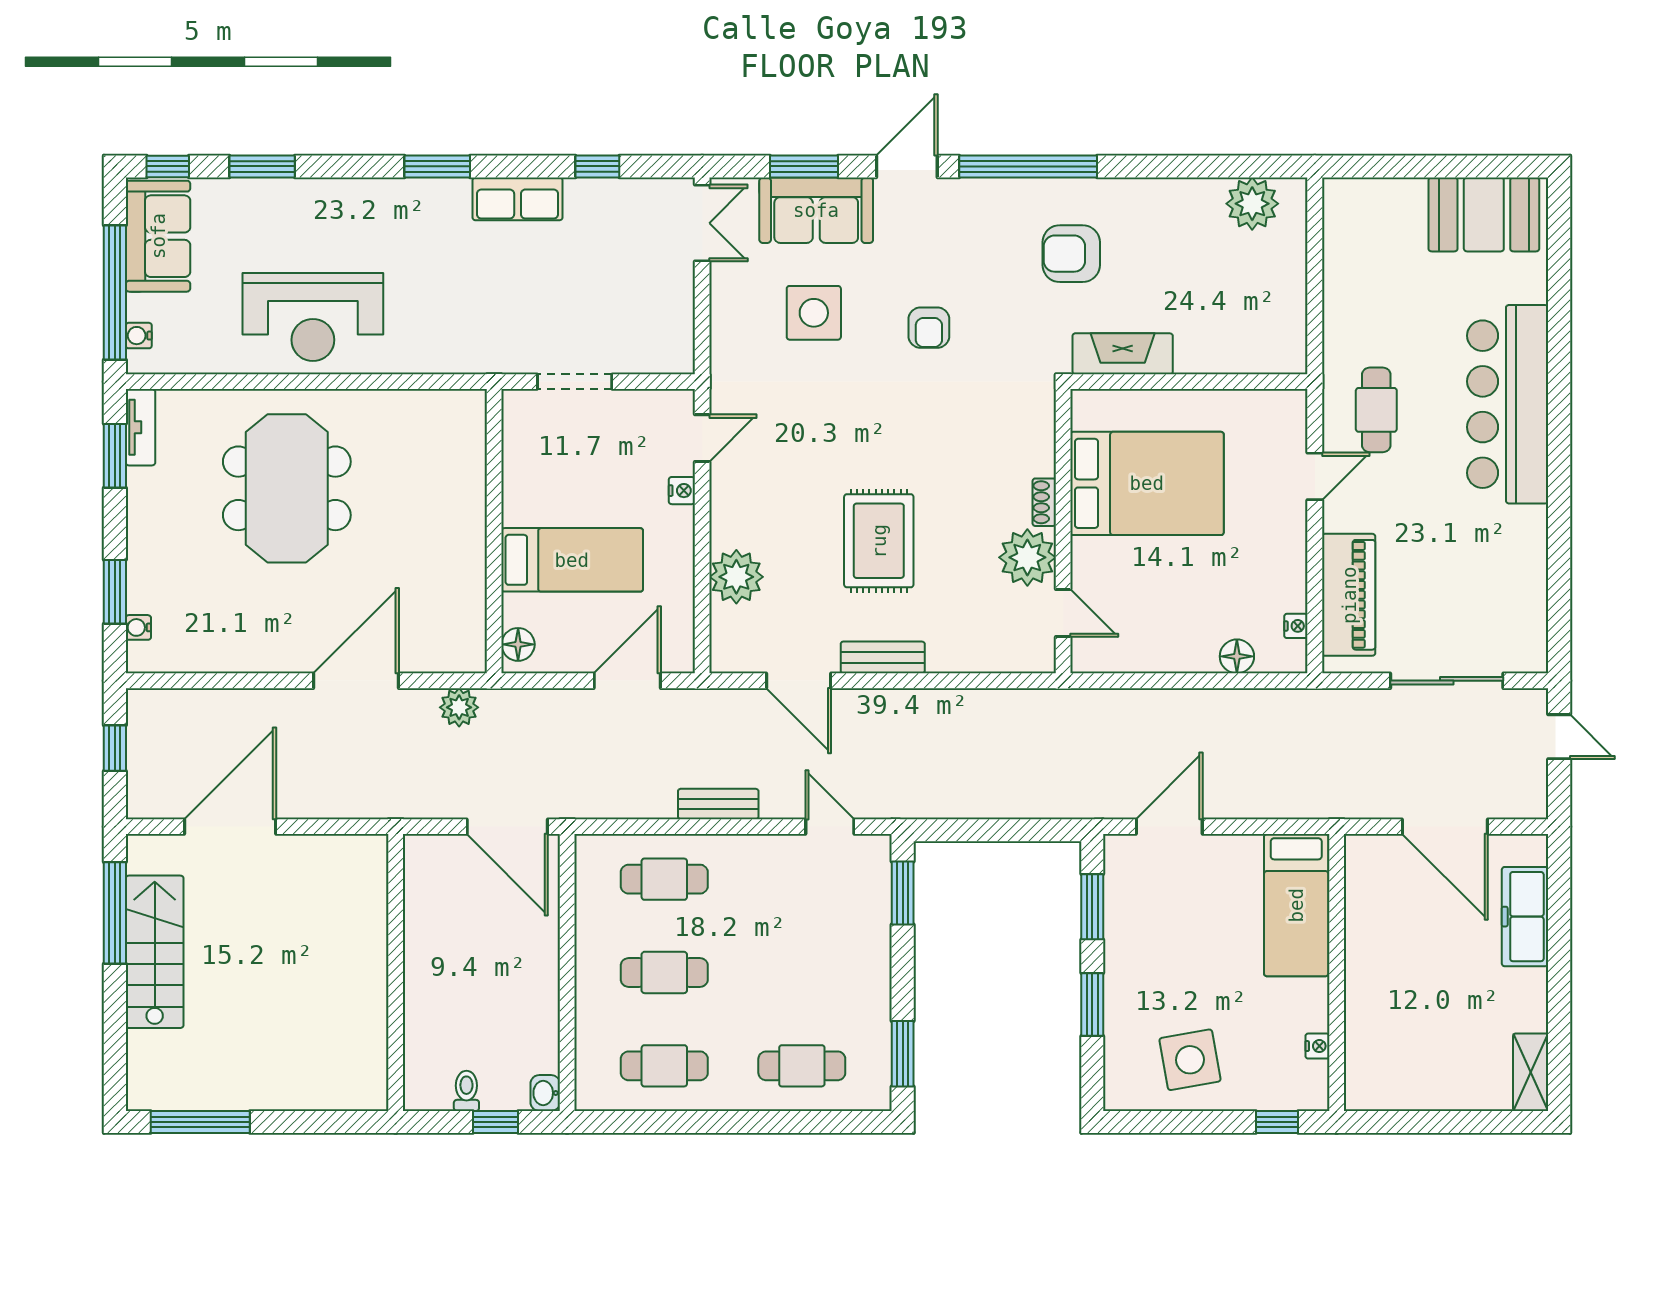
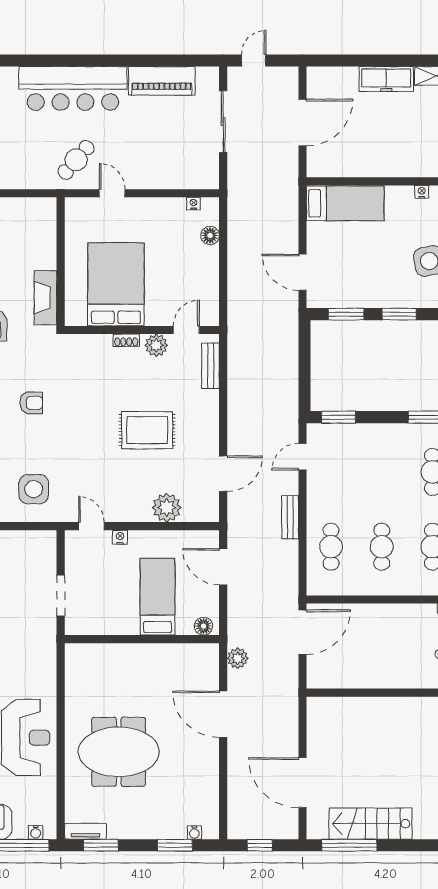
side table: (814, 313) -> (34, 489), moved
cafe table: (1376, 410) -> (76, 160), turned -49
plant: (1027, 557) -> (156, 345), width x0.73, depth x0.73
piano: (1349, 595) -> (162, 81), moved, turned 180
bench: (883, 657) -> (211, 366), moved
freezer: (1525, 917) -> (386, 79), moved

